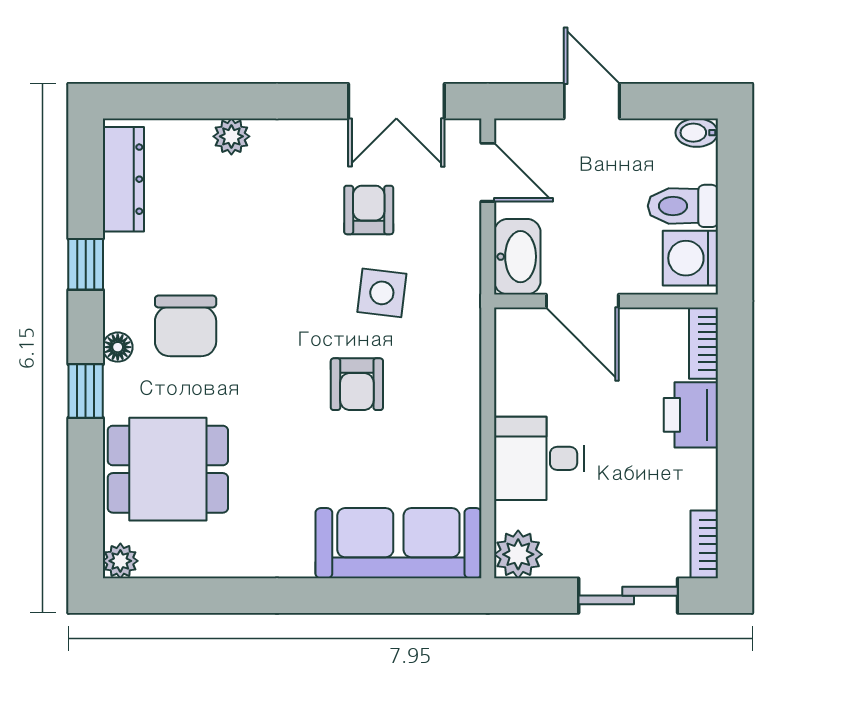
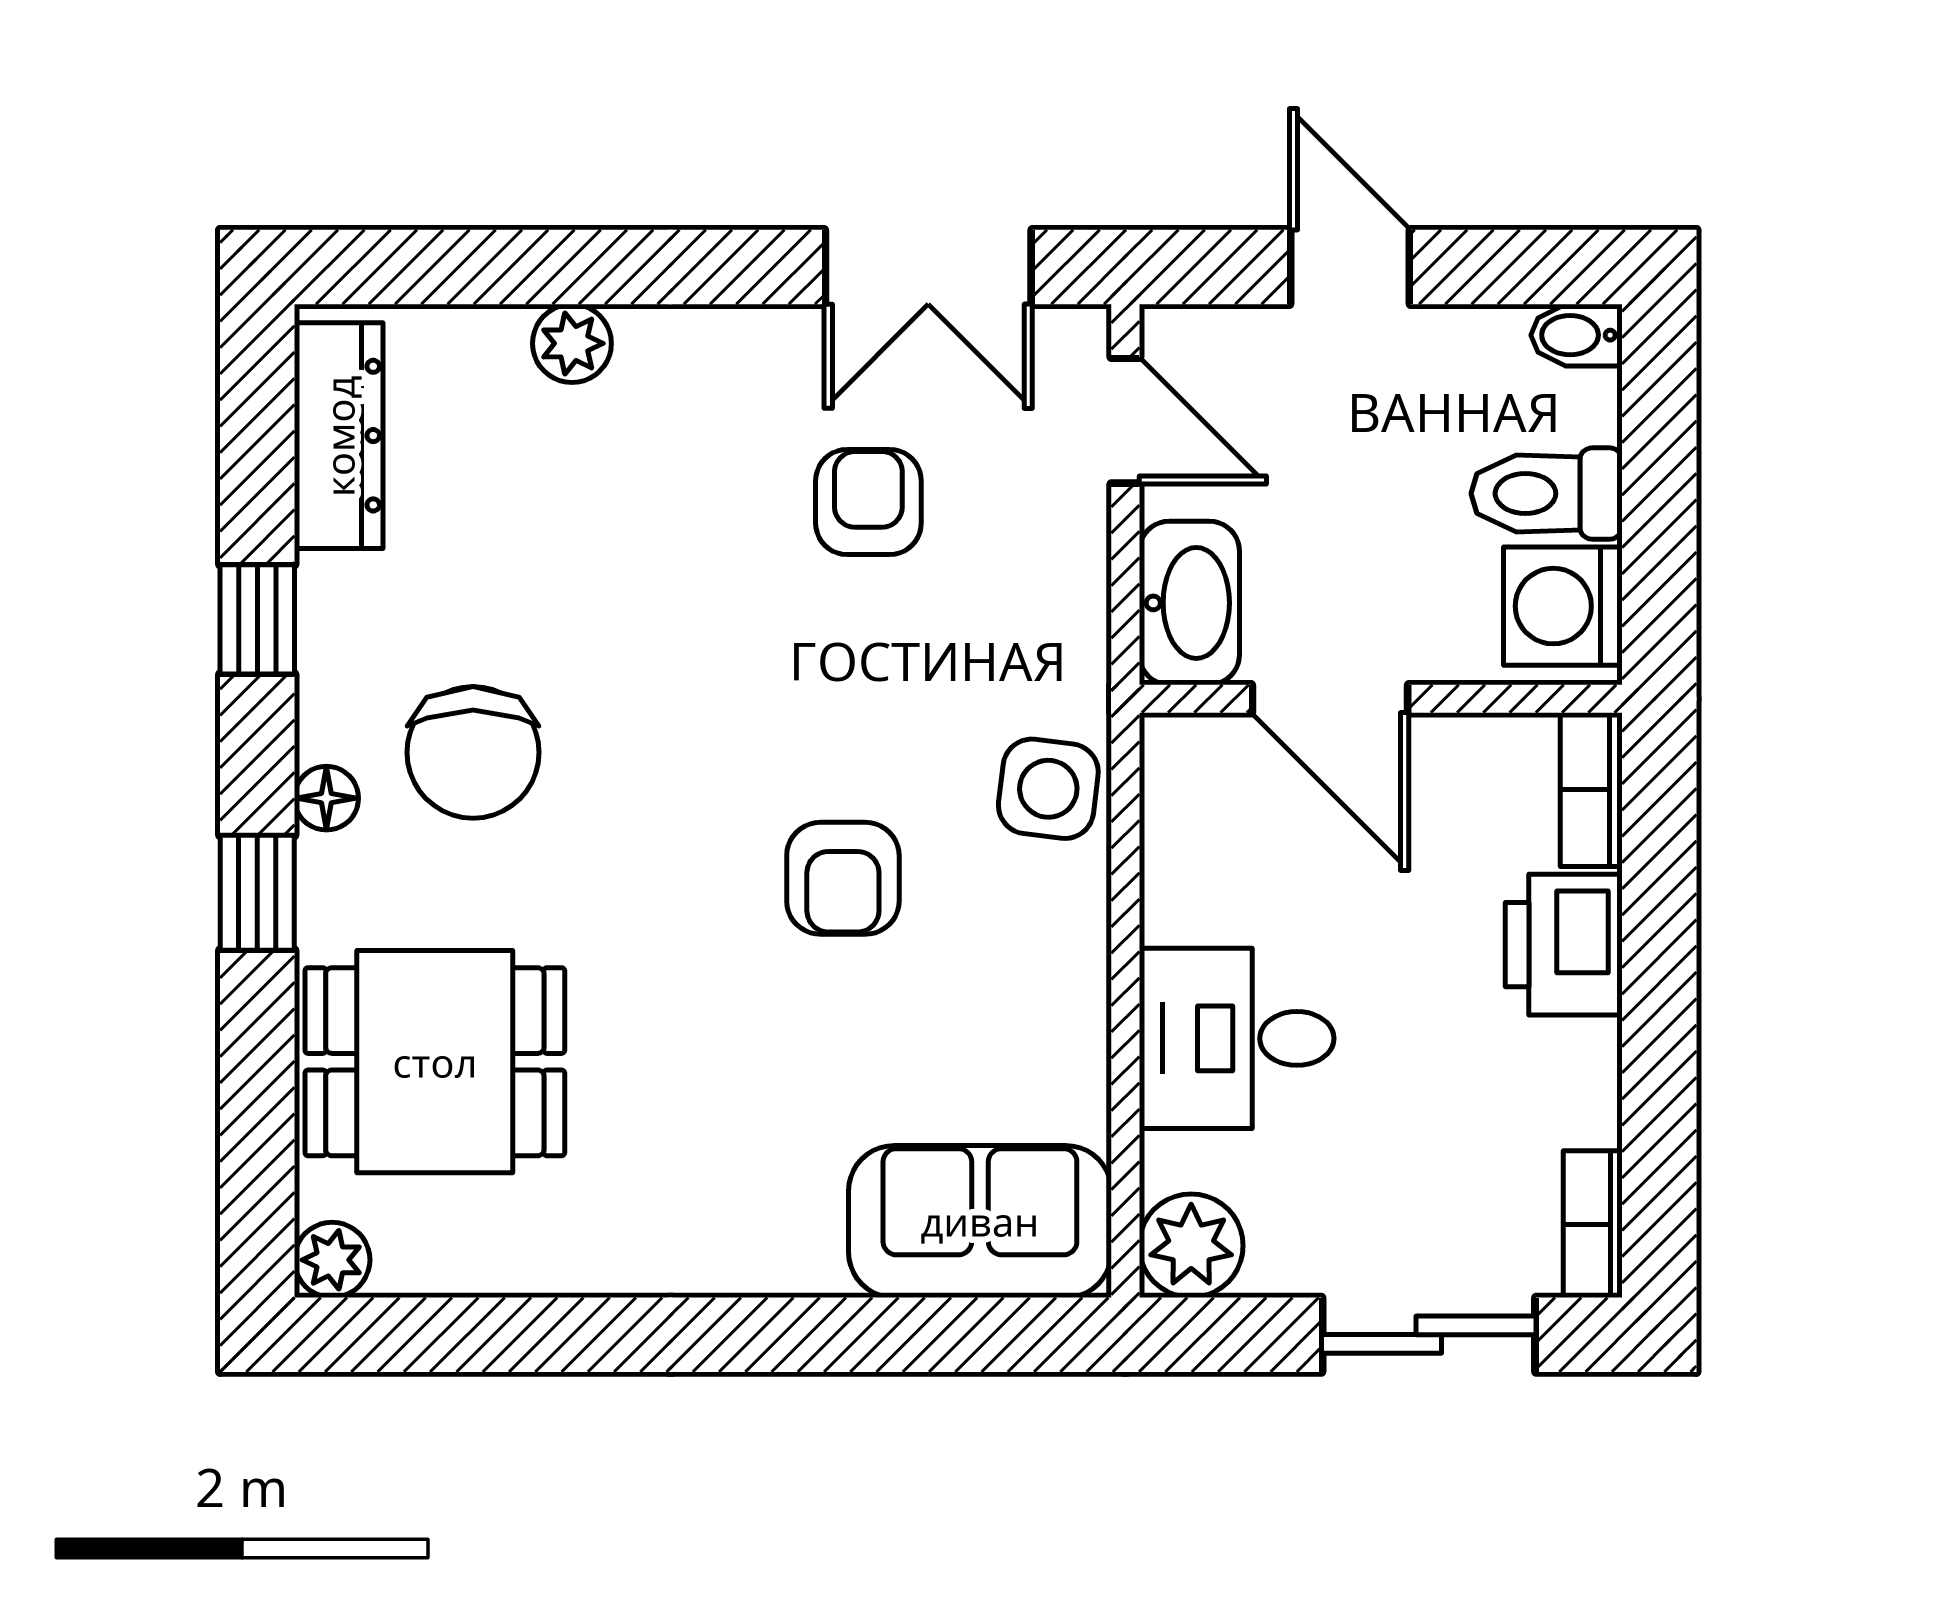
side table: (382, 293) -> (1048, 789), moved
sofa: (398, 543) -> (980, 1221), width x0.73

